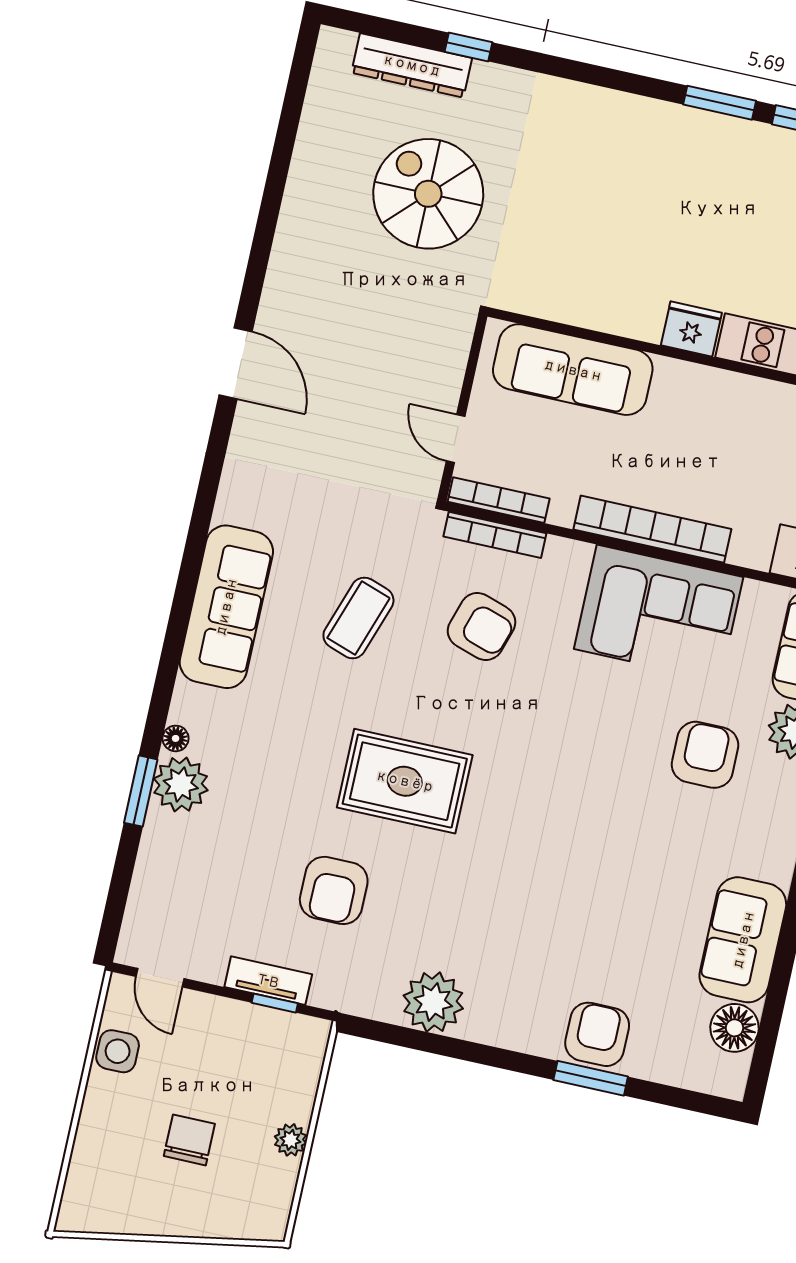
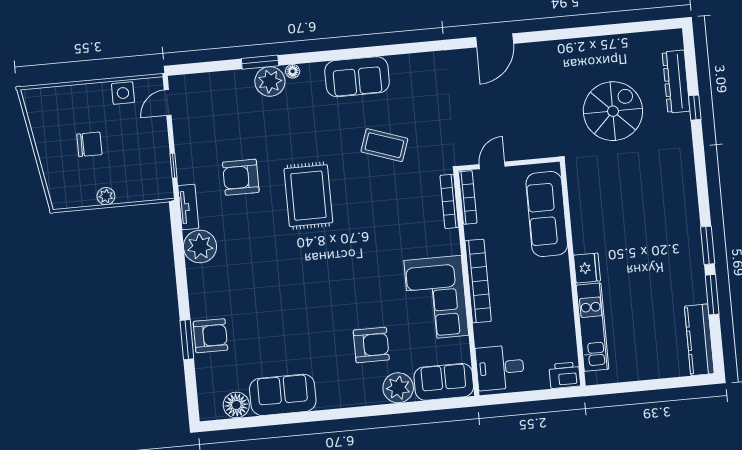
sofa: (226, 607) -> (357, 77), width x0.73
armchair: (482, 627) -> (400, 210), removed
tv unit: (268, 981) -> (188, 207), moved

